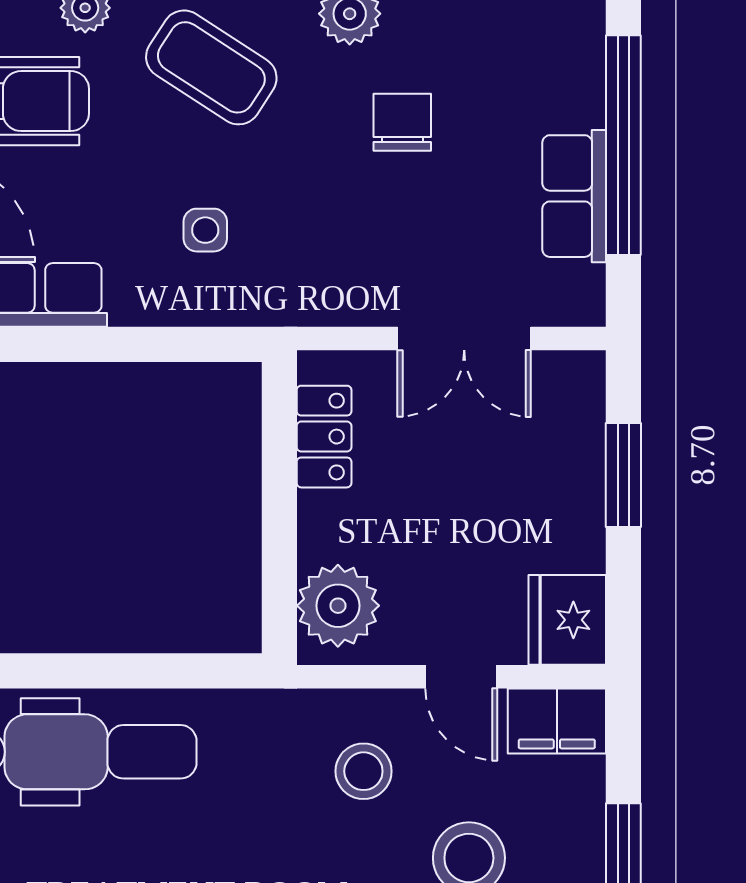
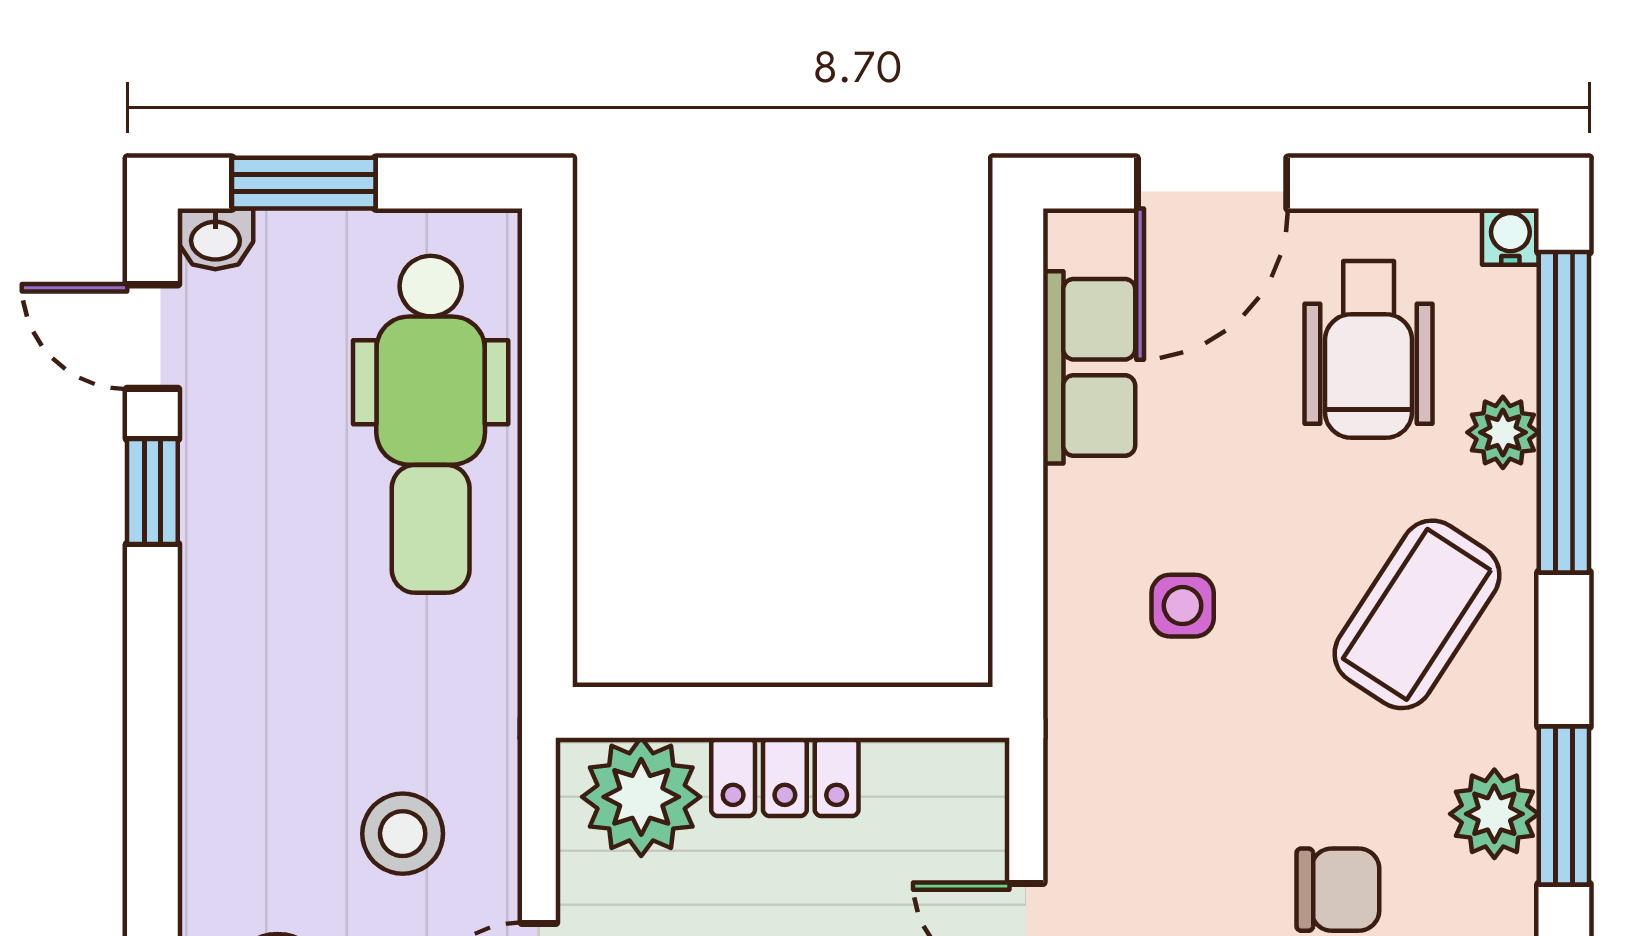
locker: (324, 437) -> (785, 777), moved

